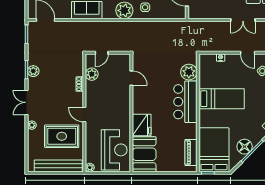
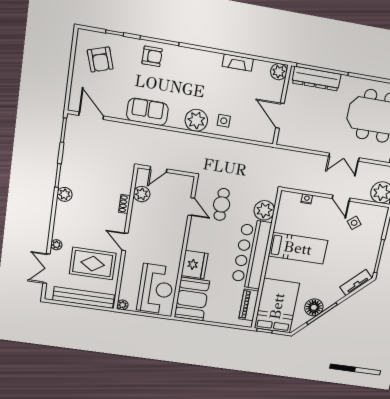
plant: (33, 71) -> (65, 194), moved
cafe table: (155, 73) -> (222, 204), added
double door: (27, 102) -> (47, 269), moved
bar counter: (185, 102) -> (251, 254), width x1.36

